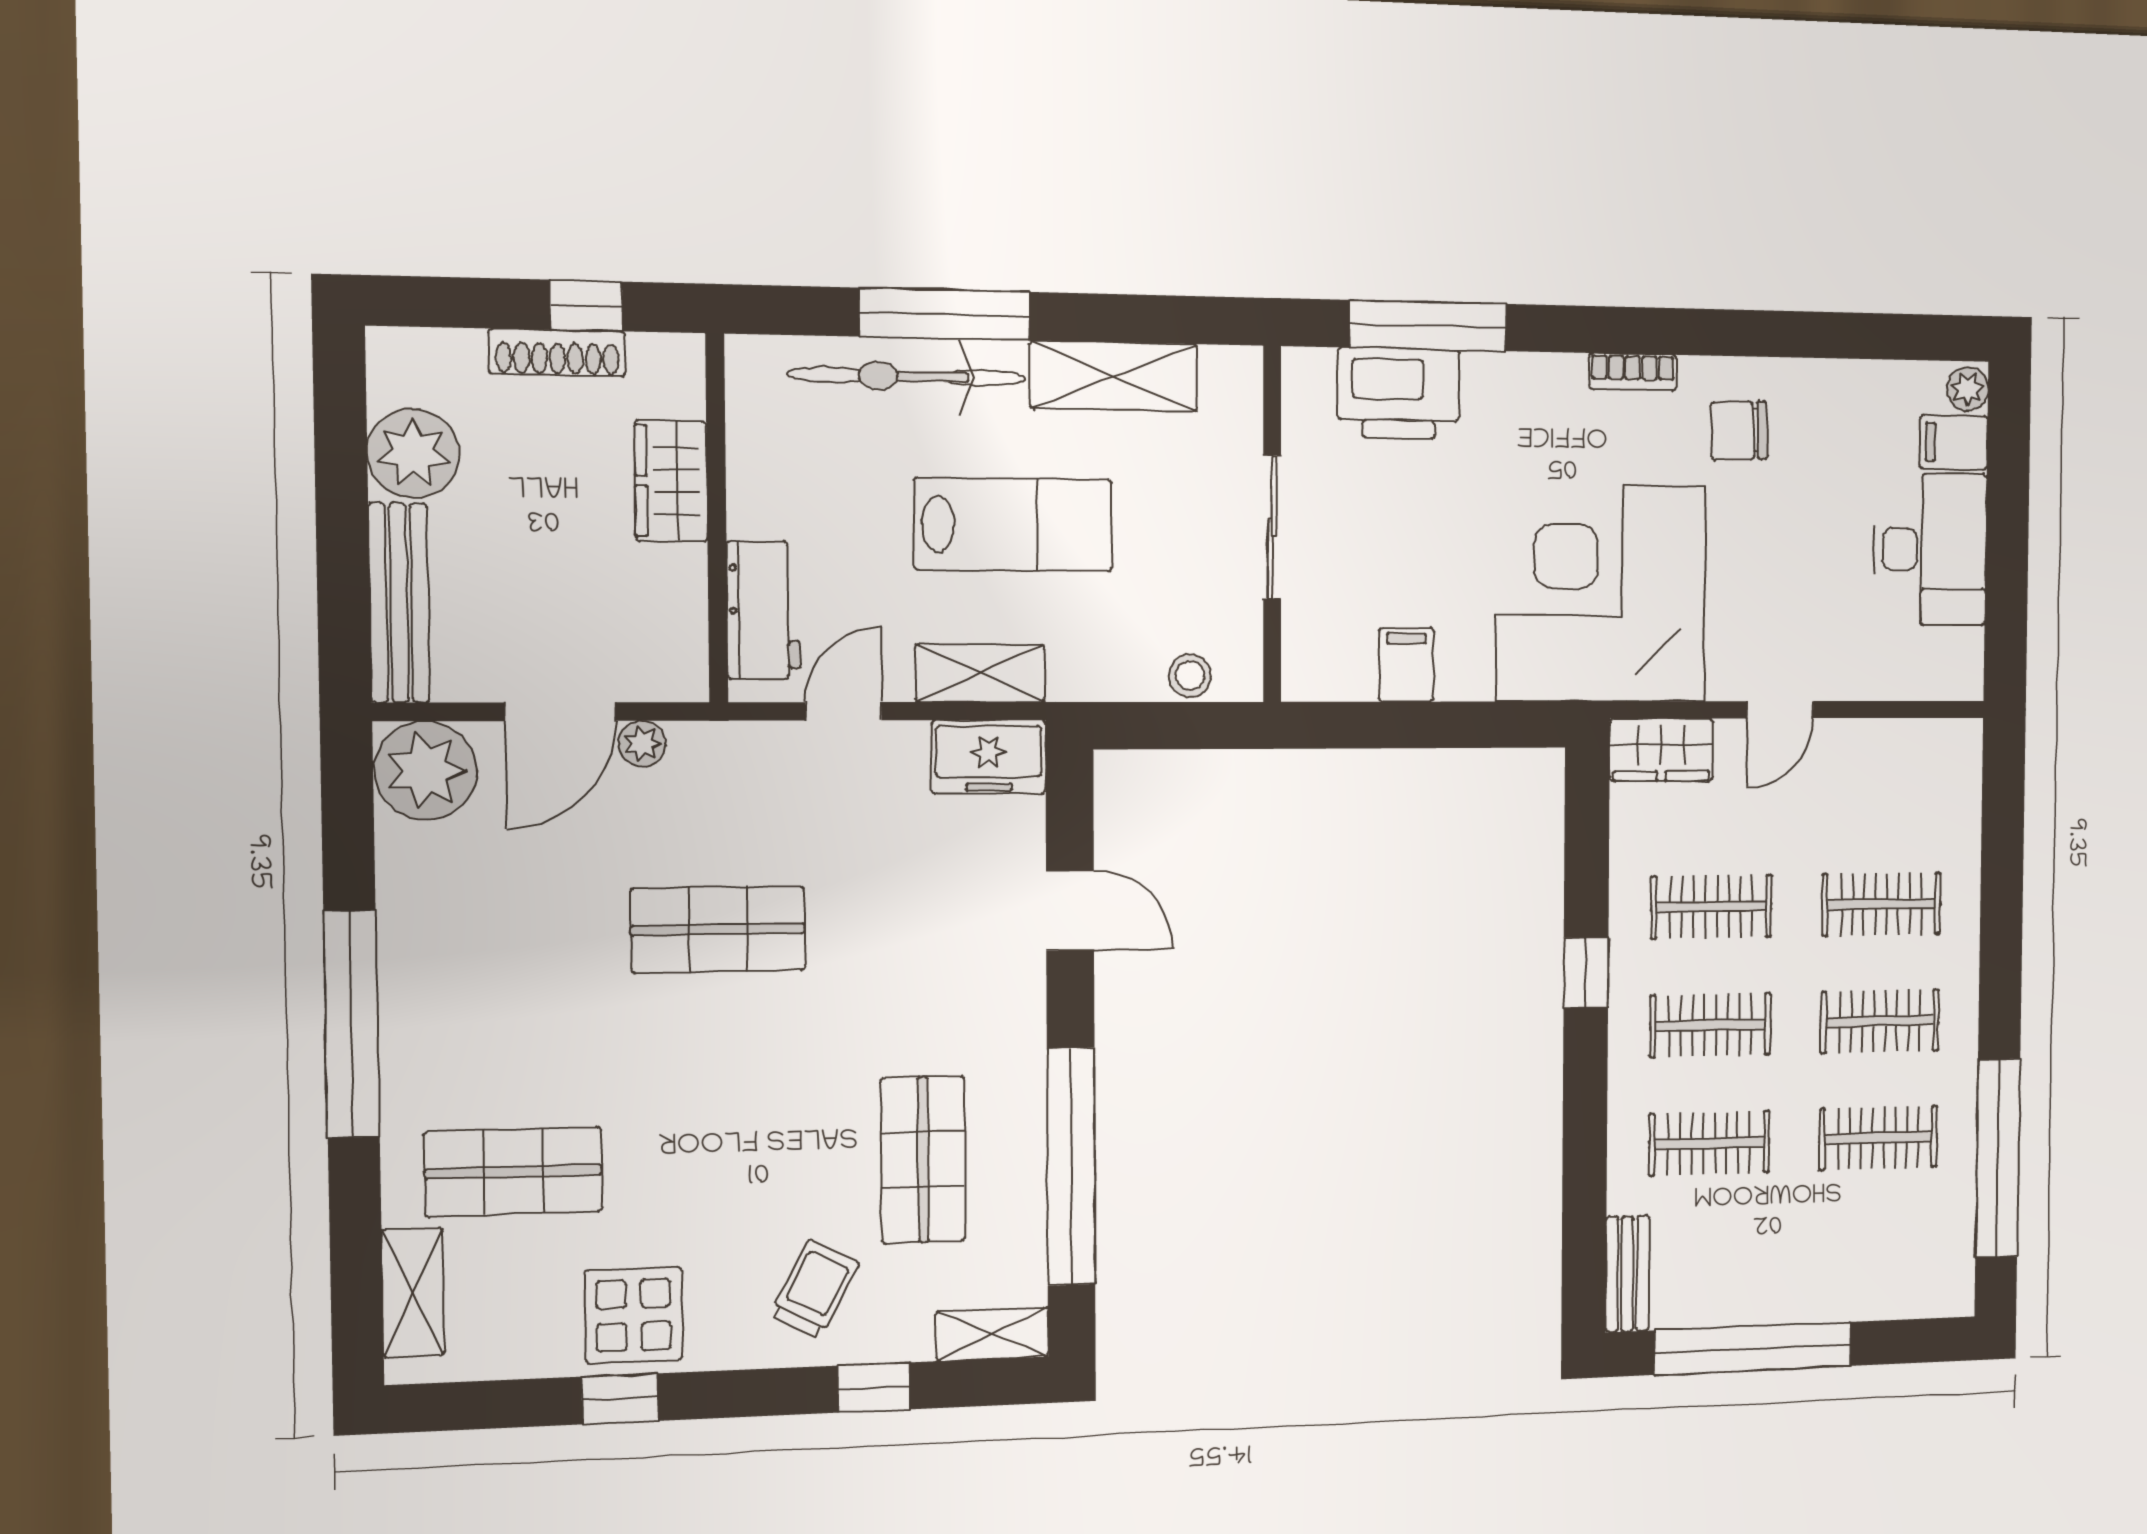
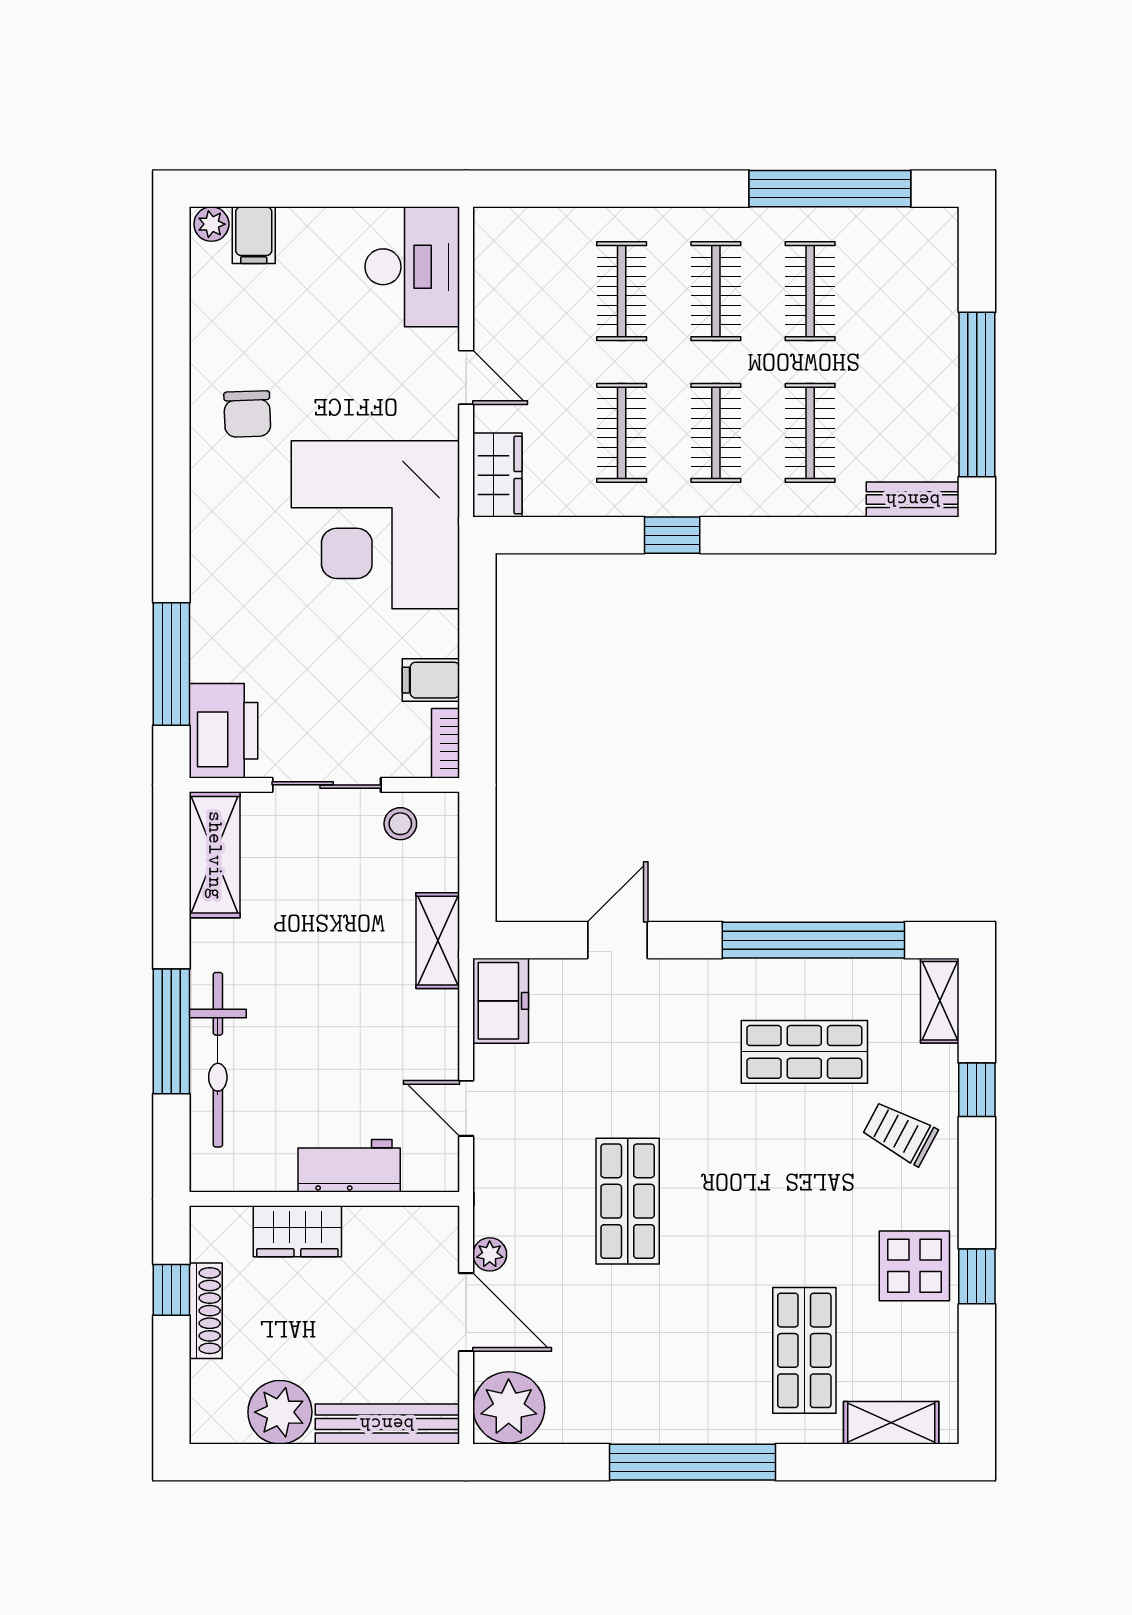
bookcase: (1633, 372) -> (445, 743), moved, turned 180
shelving: (1114, 376) -> (215, 855), moved
printer: (1399, 393) -> (224, 731), moved
lab bench: (1013, 525) -> (327, 981), removed
desk: (1930, 549) -> (412, 267), moved, turned 90
workbench: (763, 610) -> (349, 1166), moved
shelving: (980, 673) -> (438, 941), moved
stool: (1190, 676) -> (400, 824), moved

